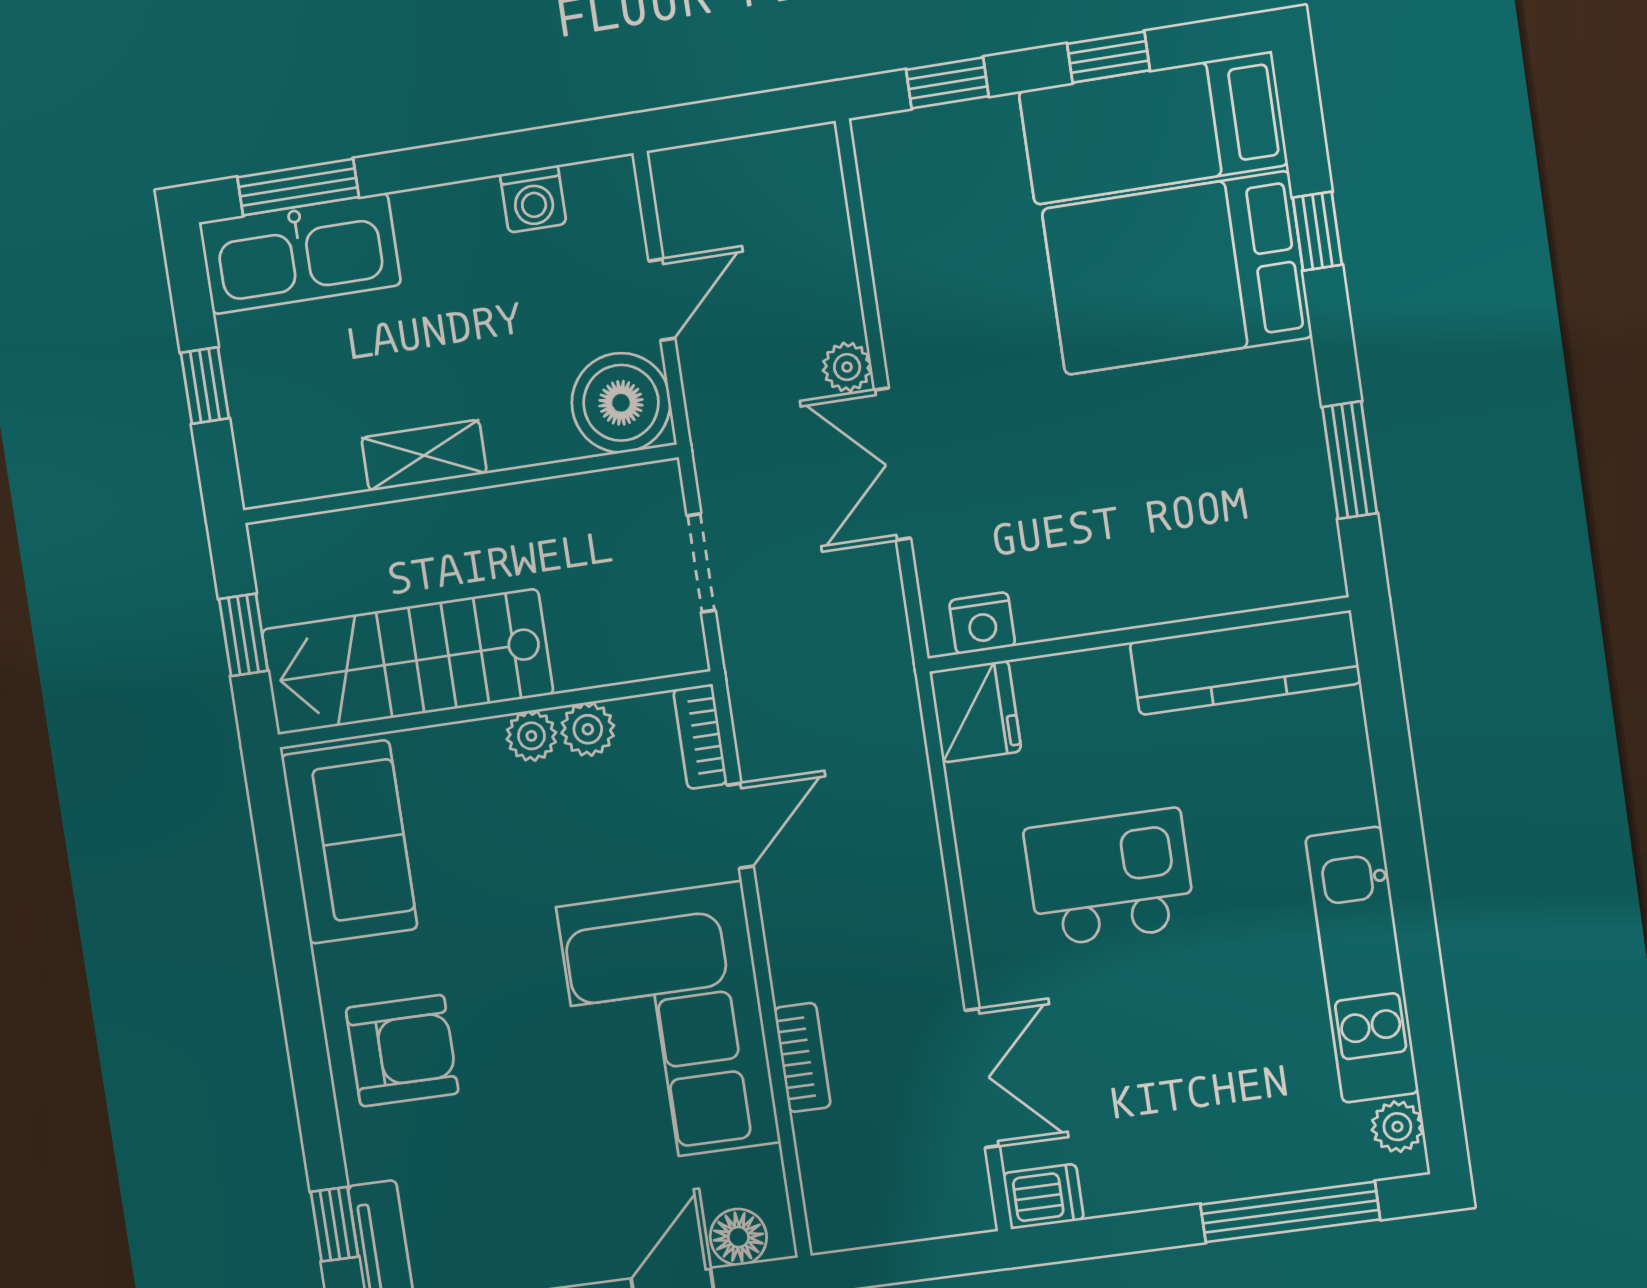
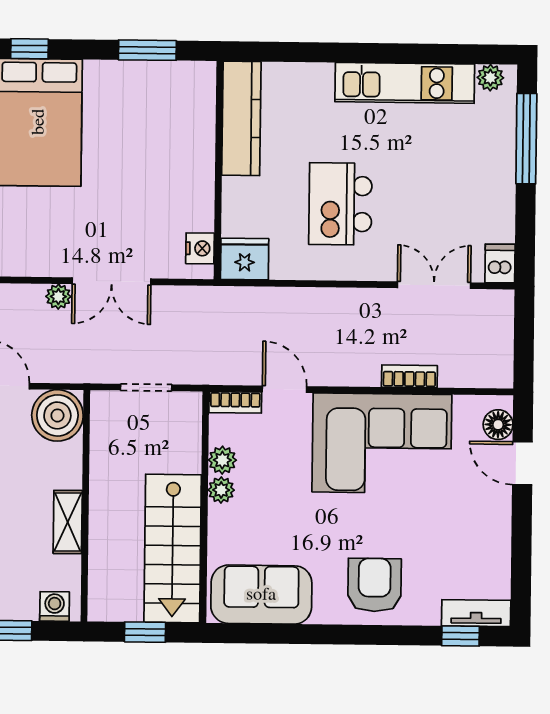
washing machine: (263, 457) -> (55, 606), added

